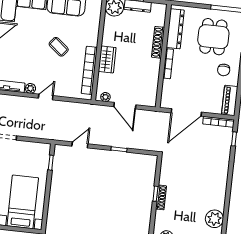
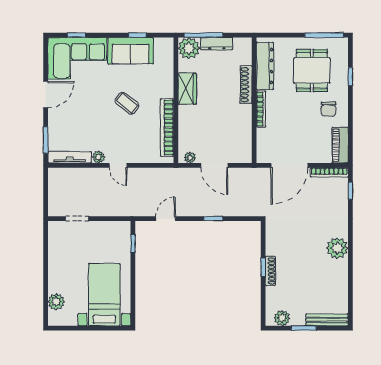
wardrobe: (107, 59) -> (187, 89), moved
door: (46, 97) -> (118, 165), swing flipped
plant: (214, 219) -> (337, 248), moved

